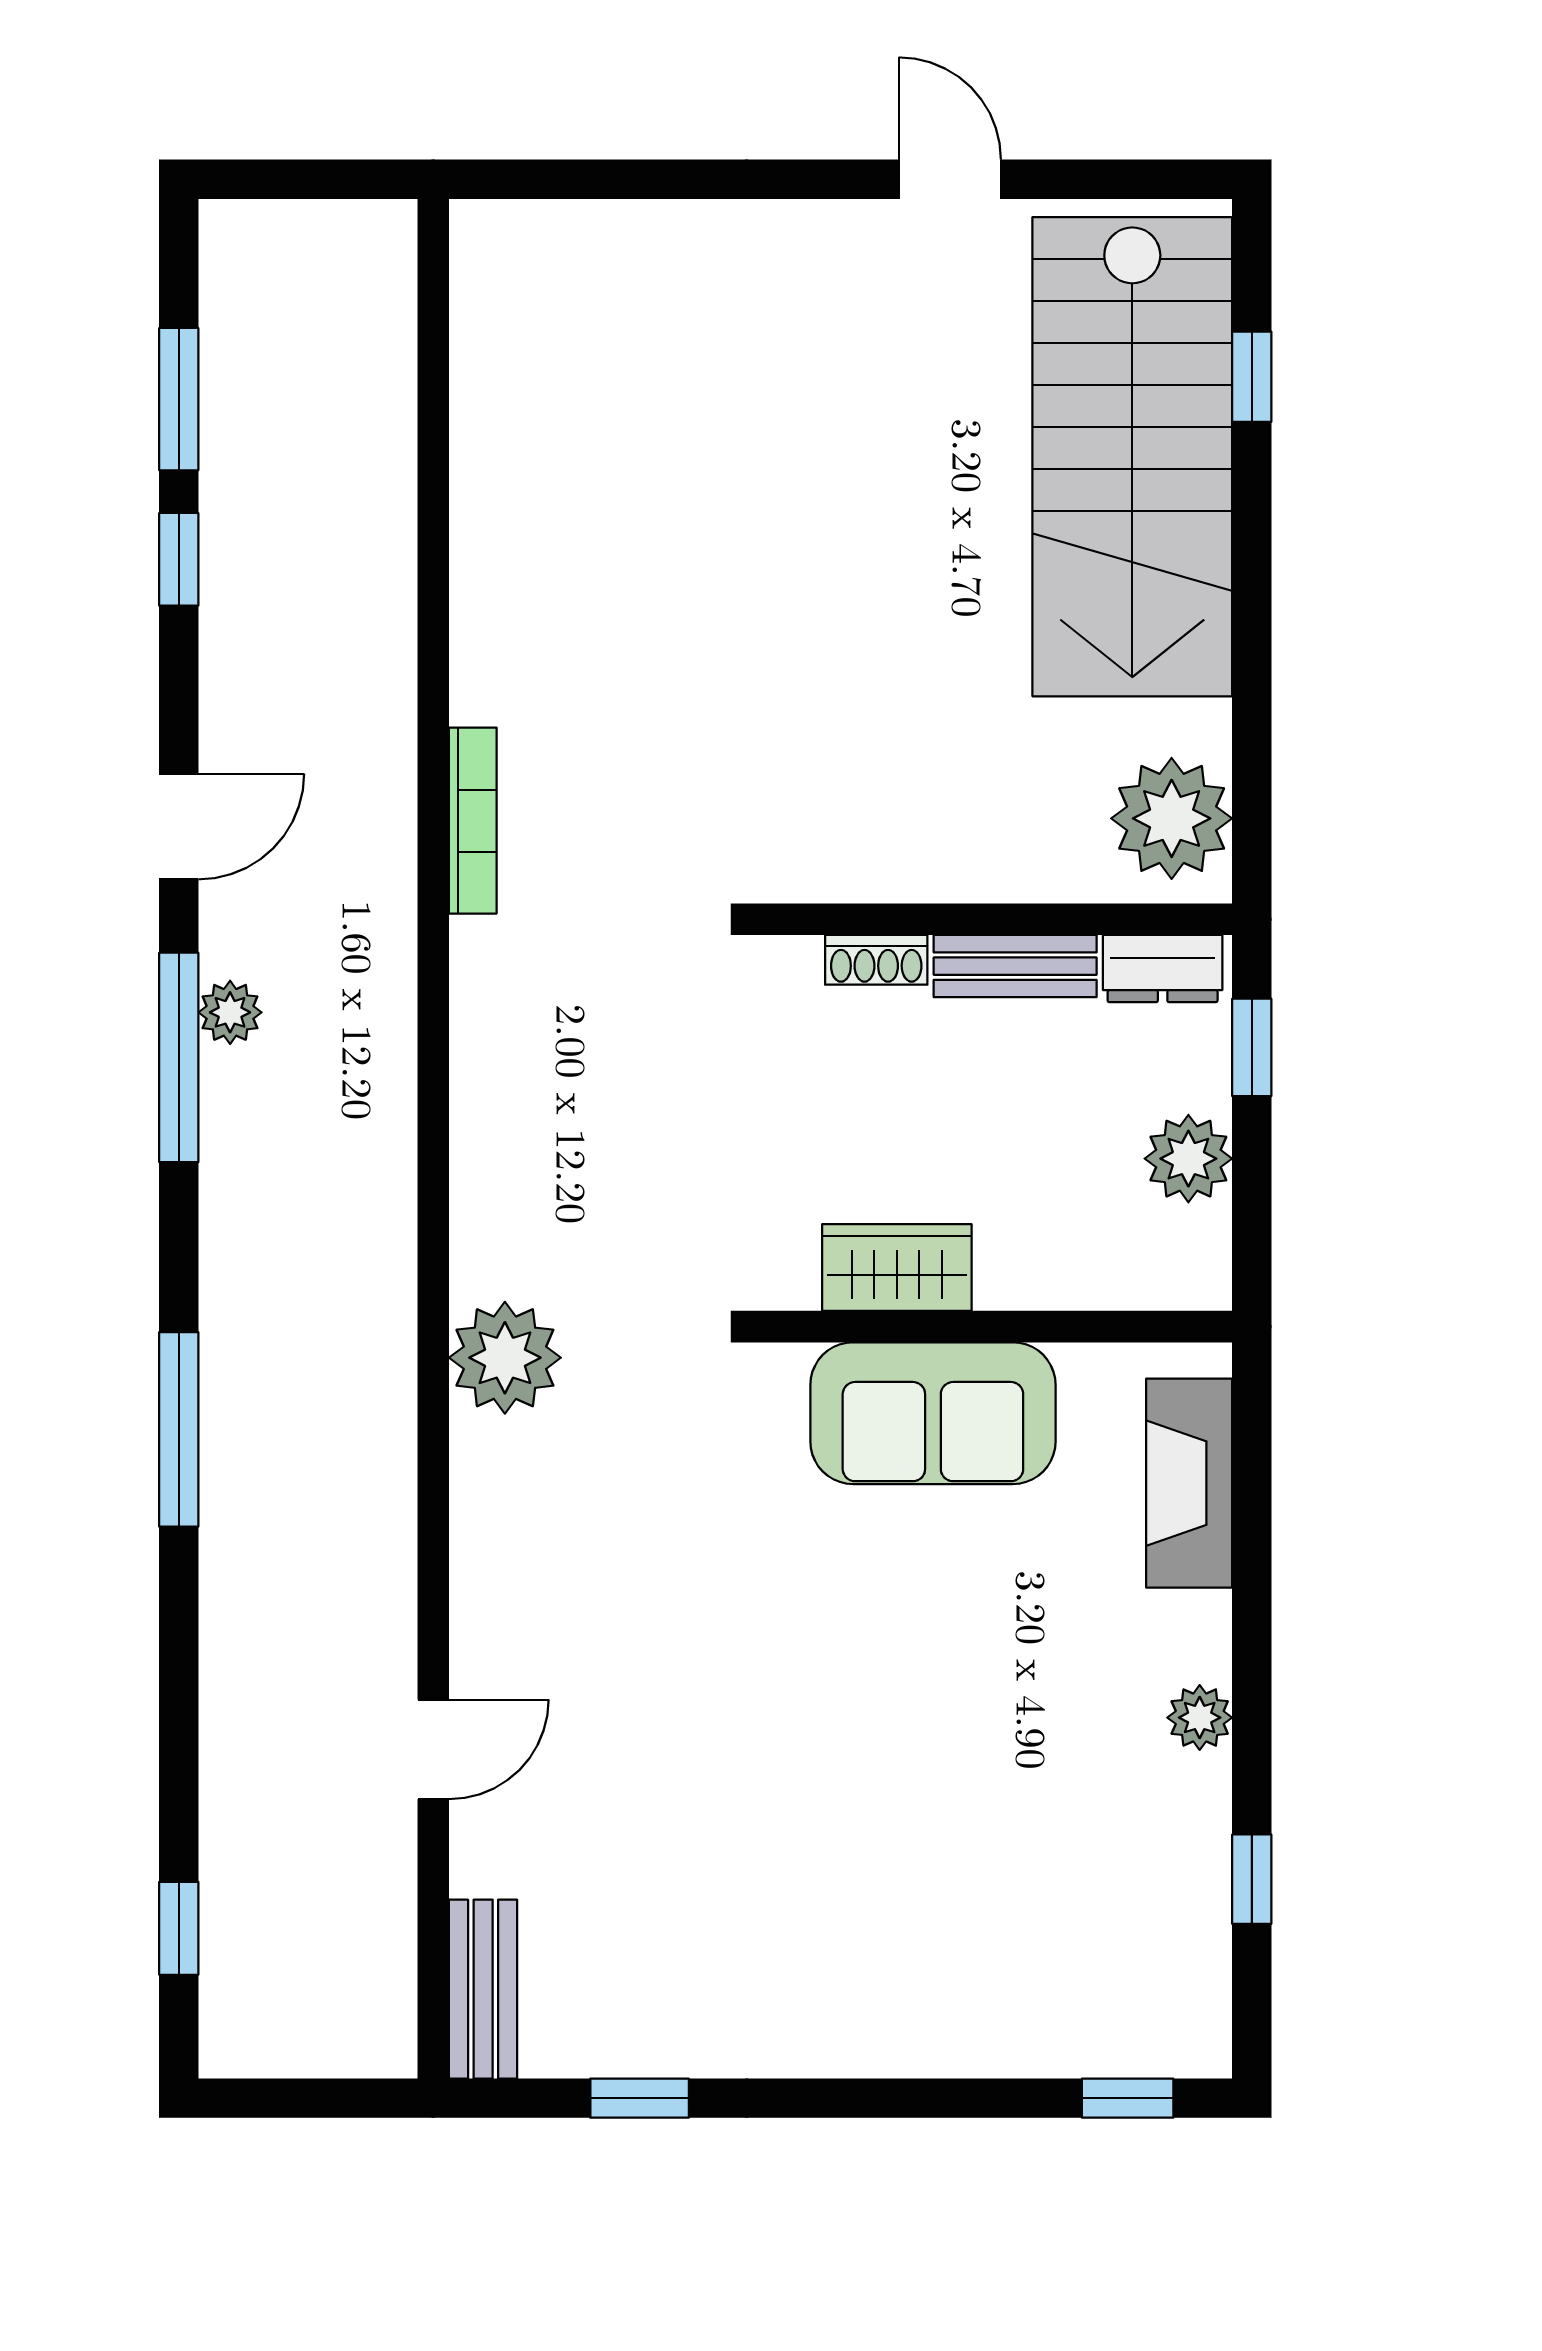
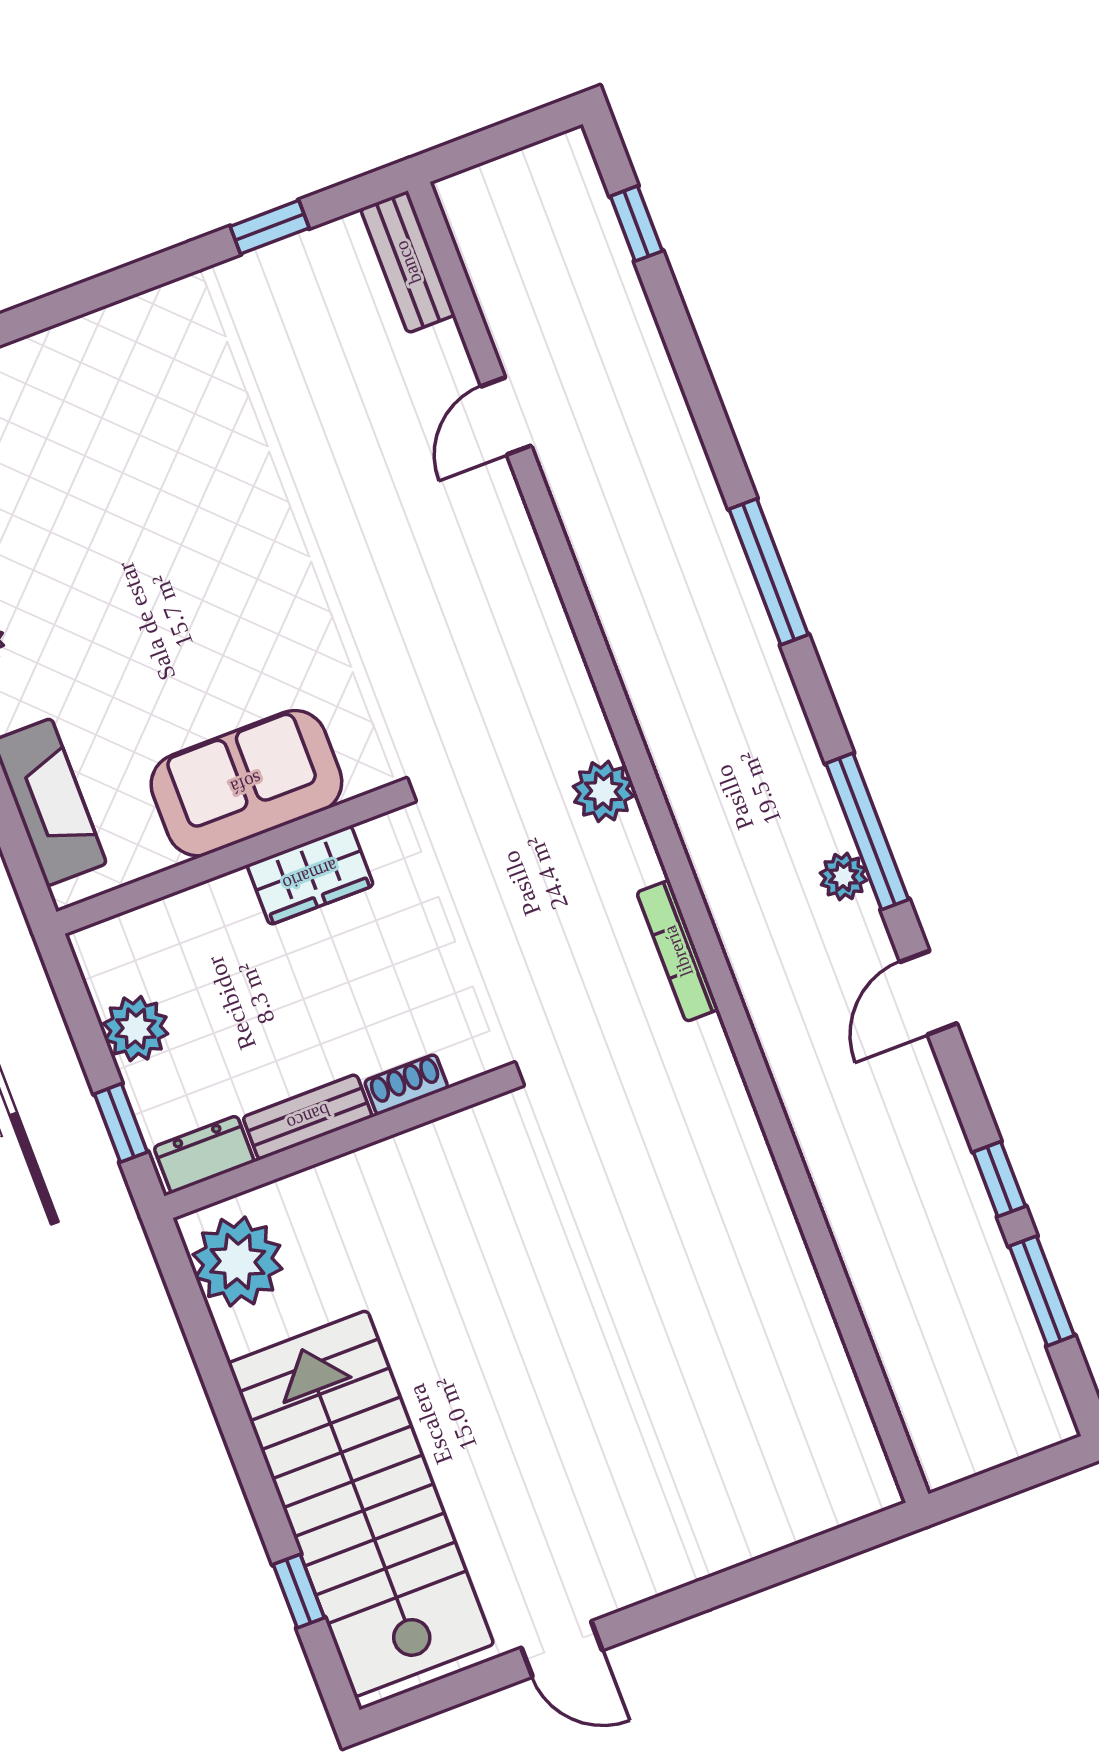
bookcase: (473, 821) -> (678, 951), moved
plant: (505, 1358) -> (603, 791), moved, width x0.73, depth x0.73

